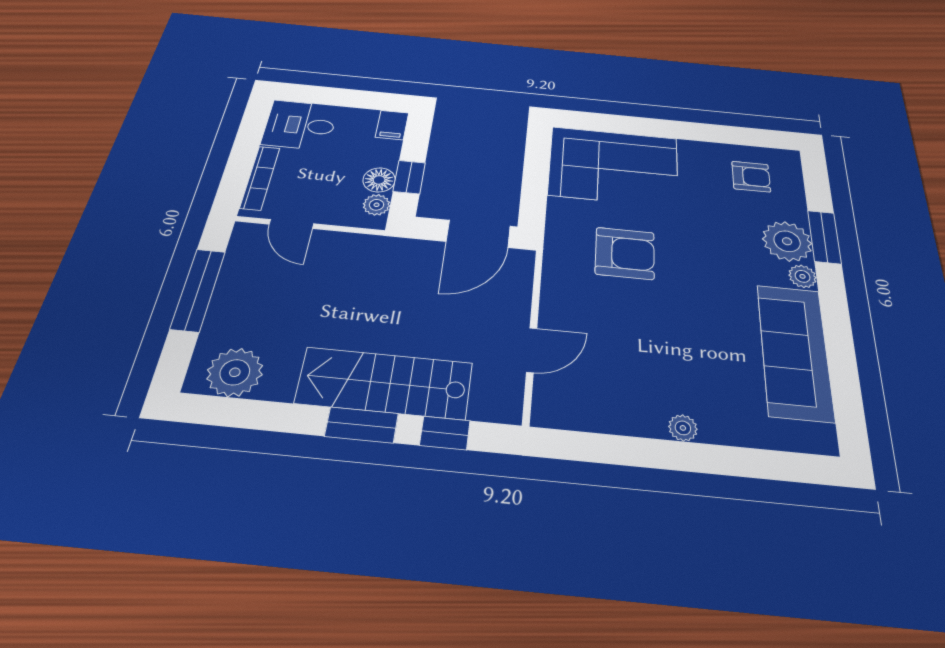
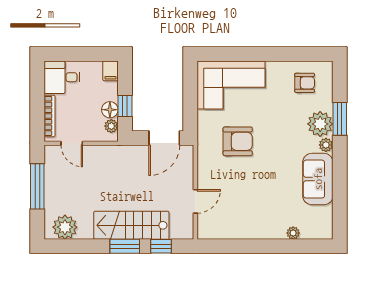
sofa: (795, 351) -> (318, 179), width x0.73
plant: (683, 428) -> (293, 233), moved

